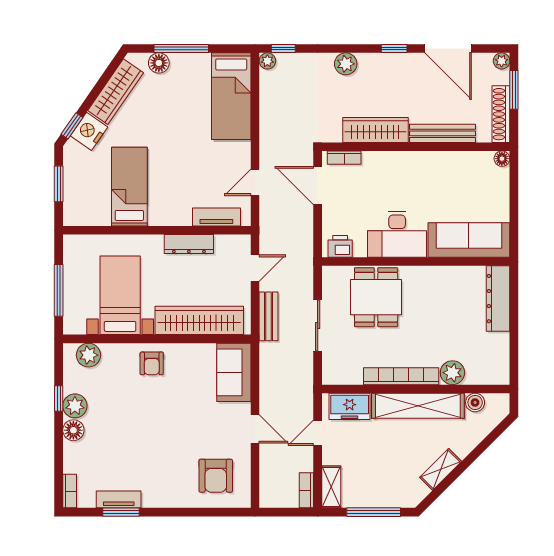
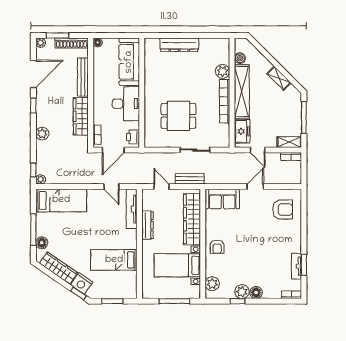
tv unit: (216, 217) -> (132, 209), width x1.41
desk: (397, 234) -> (126, 104), moved
sofa: (469, 240) -> (129, 62), moved
printer: (340, 246) -> (133, 137), moved
wall: (416, 262) -> (142, 93), moved
armchair: (152, 363) -> (217, 247), turned 90

